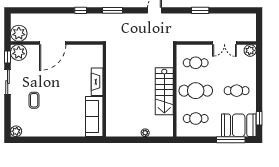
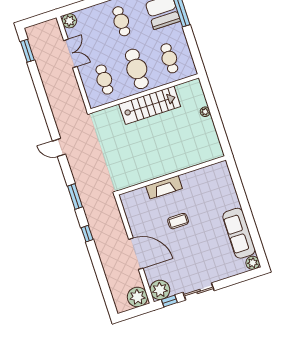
window: (200, 10) -> (27, 51), moved
coffee table: (34, 100) -> (178, 221), moved
sofa: (94, 117) -> (239, 233), moved, turned 90

